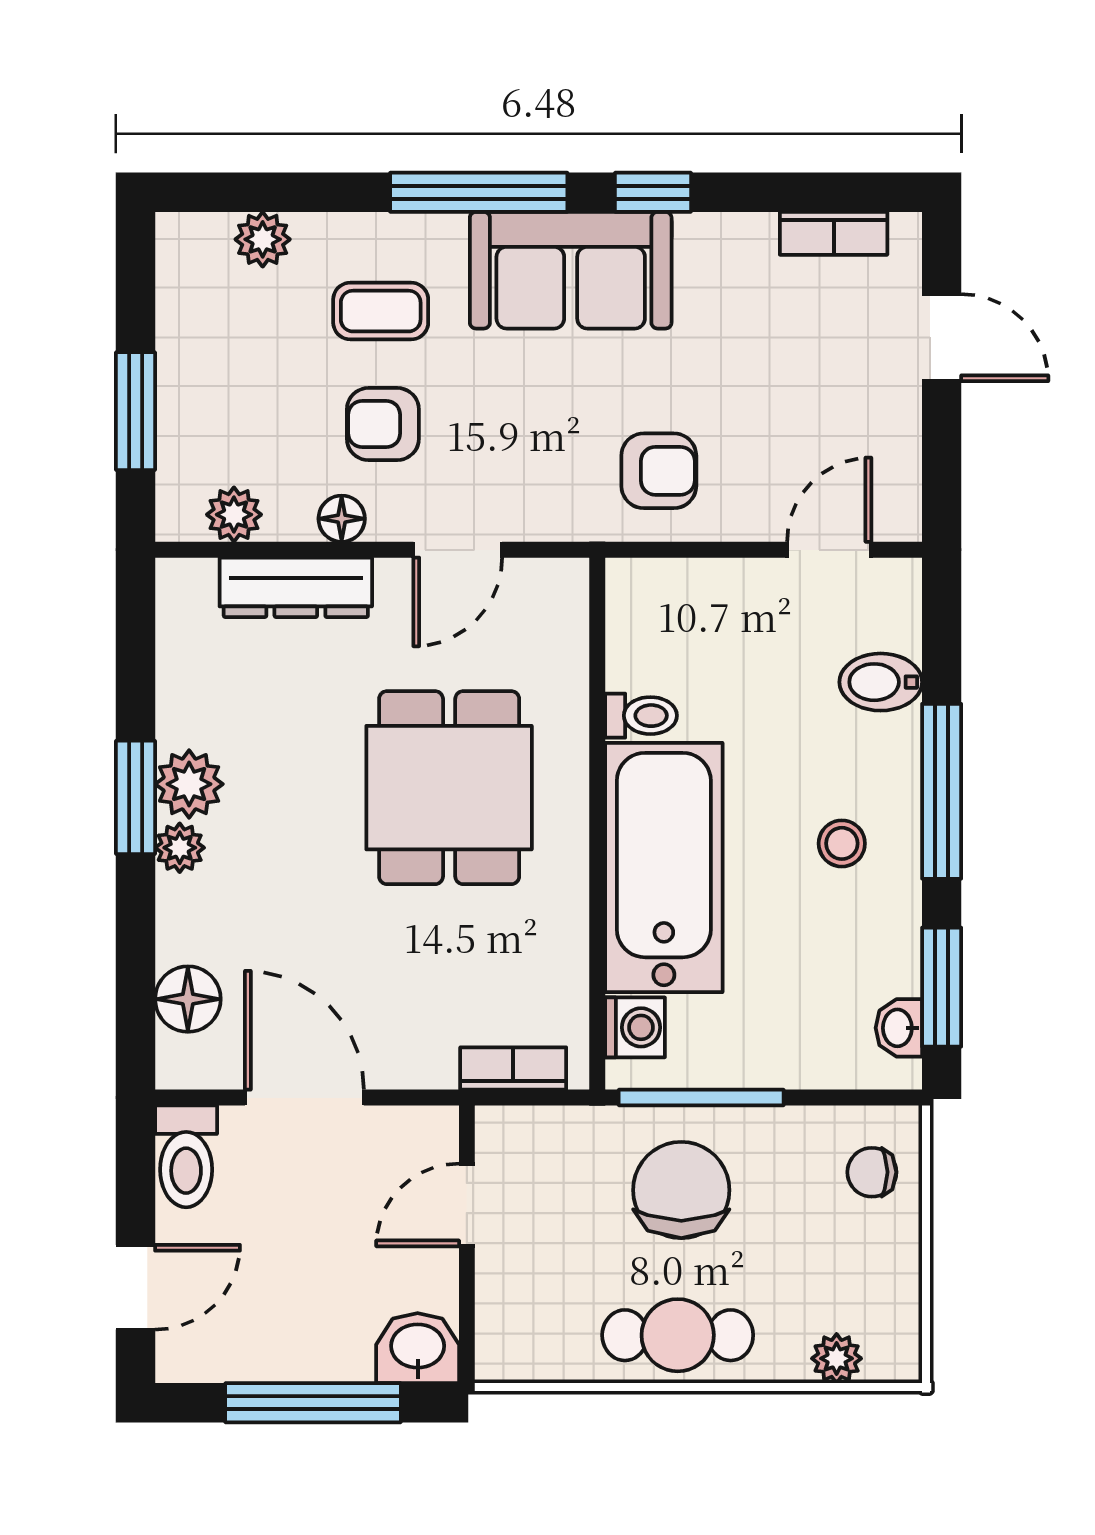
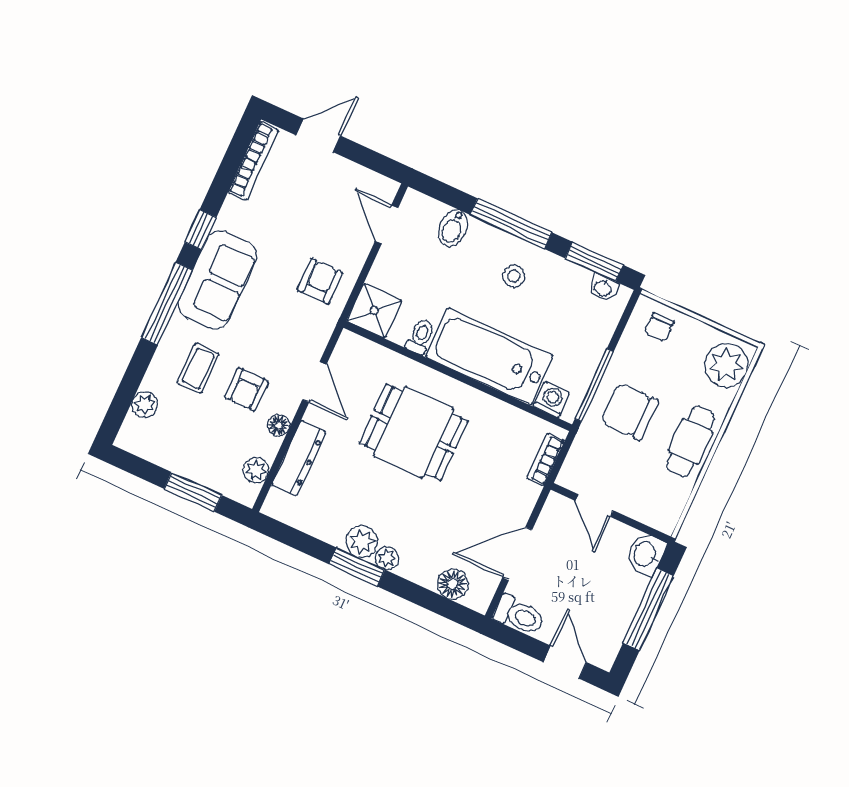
bookcase: (834, 233) -> (253, 161), width x1.56
shower: (650, 602) -> (374, 311), added
plant: (837, 1358) -> (726, 365), width x1.87, depth x1.87

